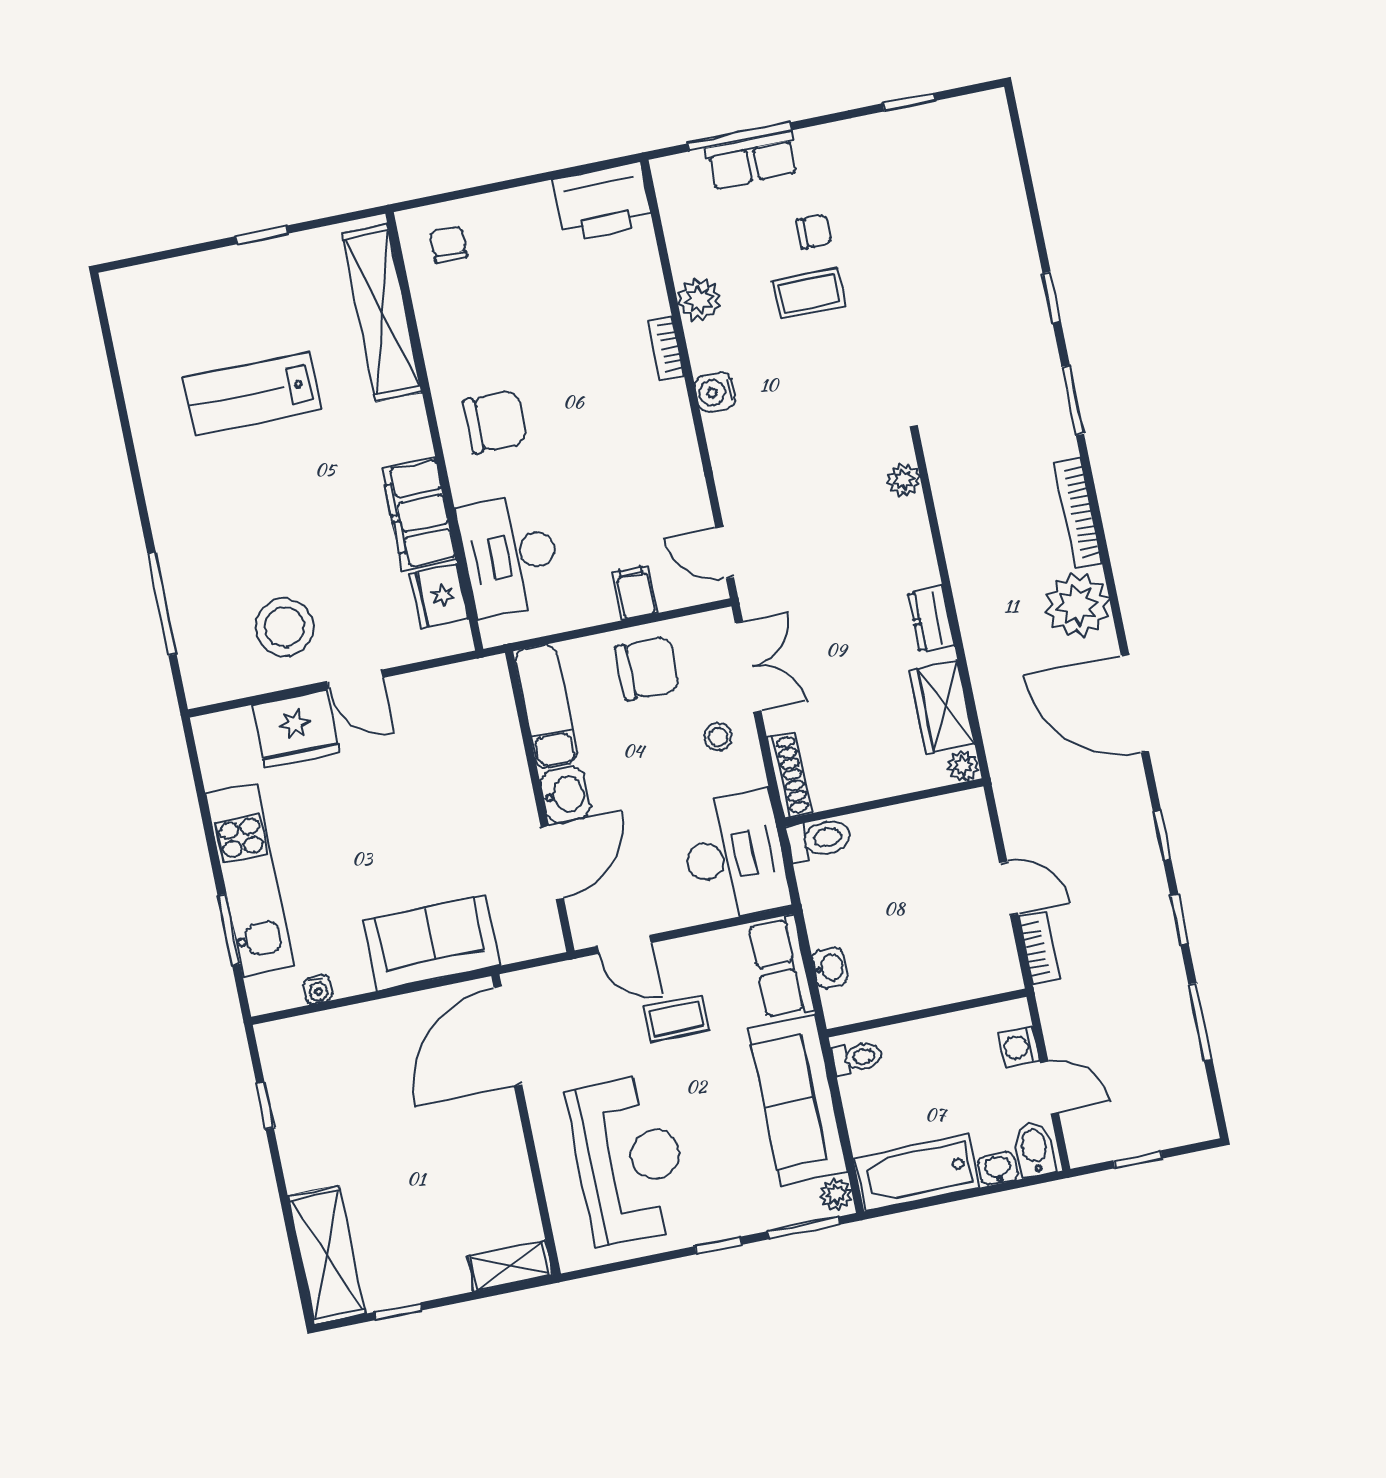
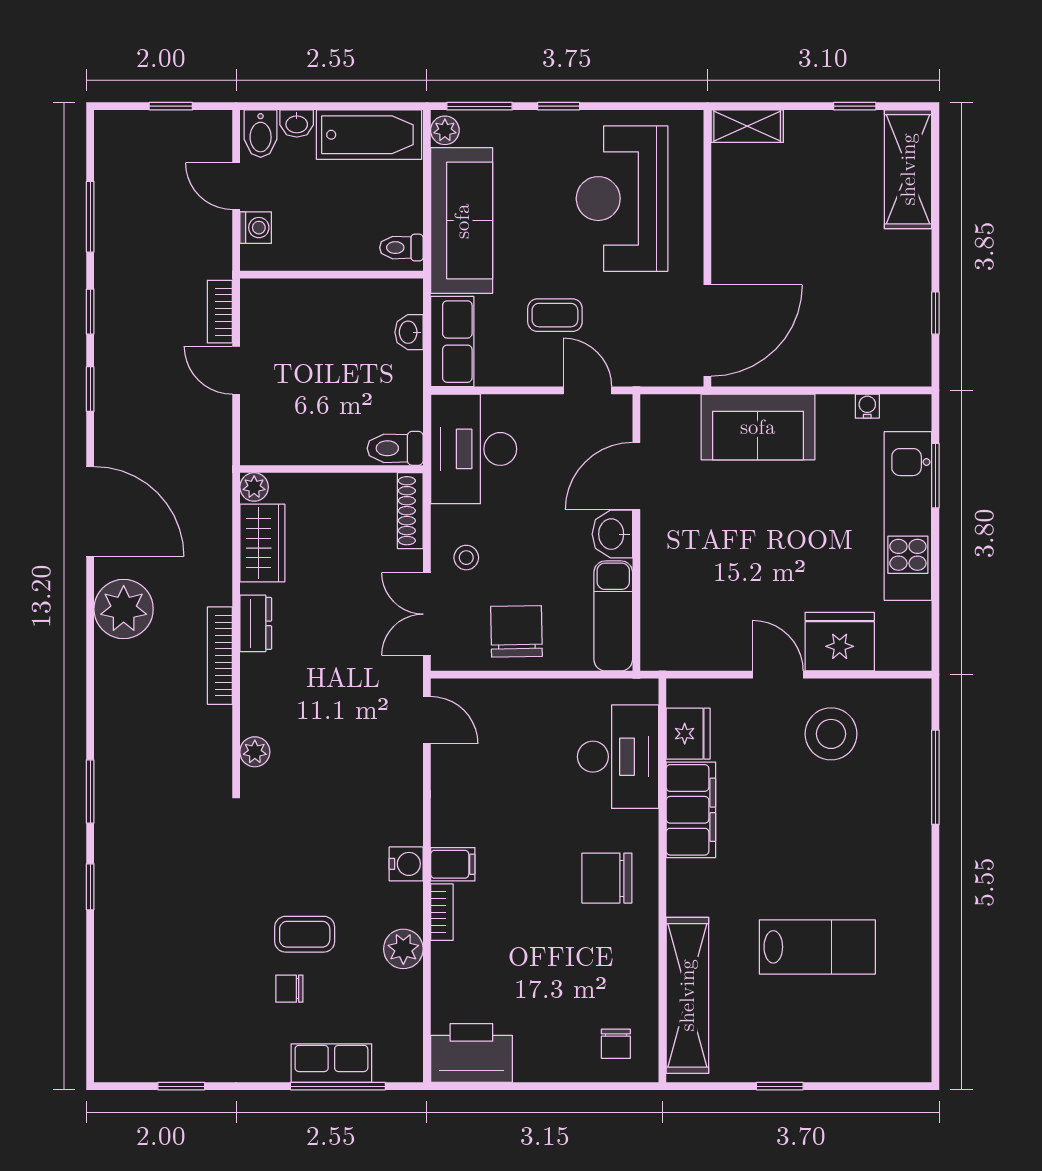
bookcase: (1078, 513) -> (220, 656), moved, turned 180
filing cabinet: (635, 593) -> (453, 864), moved, turned -90
chair: (647, 668) -> (517, 631), turned 89

